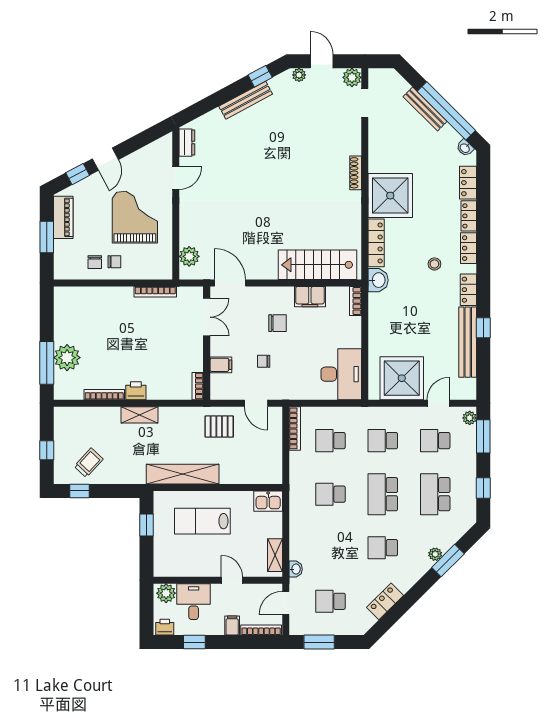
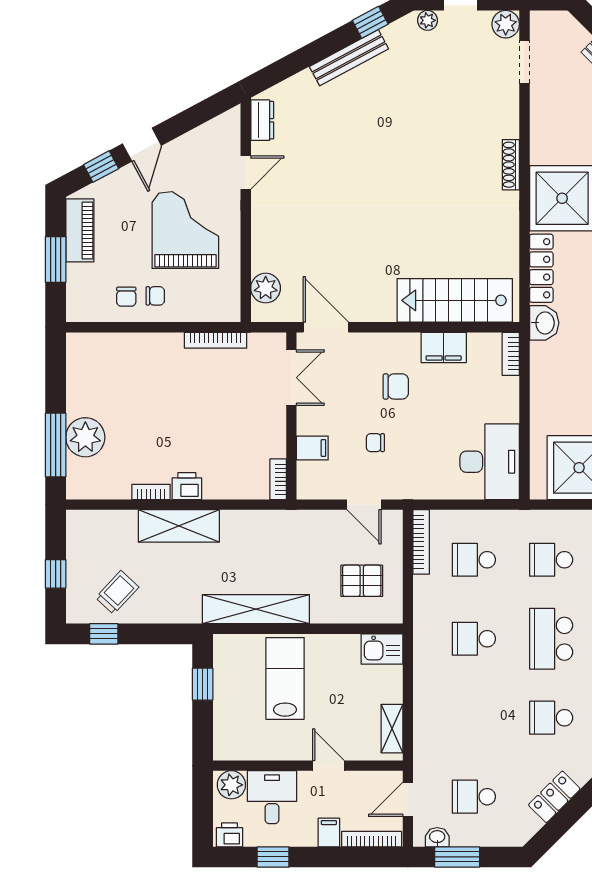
bookcase: (104, 395) -> (151, 492), width x0.64
shelving: (140, 415) -> (179, 526), width x1.50, depth x1.33
pallet: (219, 426) -> (362, 581), moved
lab bench: (202, 521) -> (285, 678), turned 90
washbasin: (296, 569) -> (437, 837), moved, turned -90

